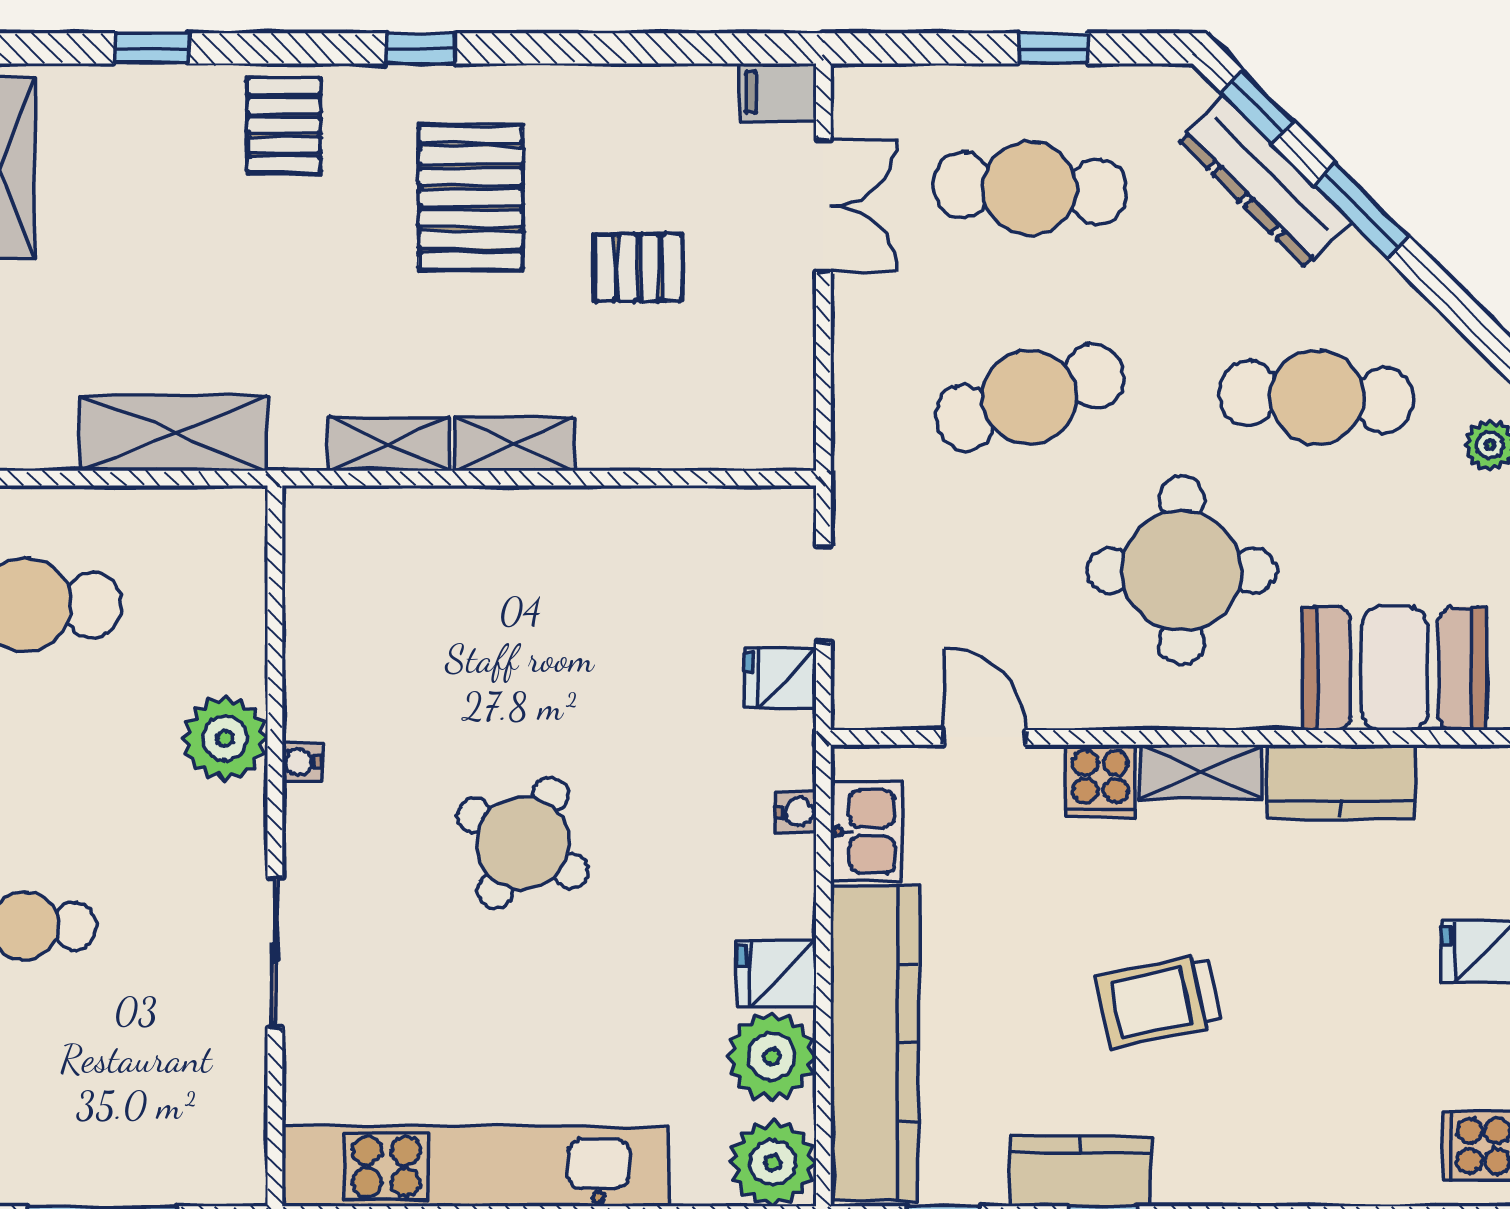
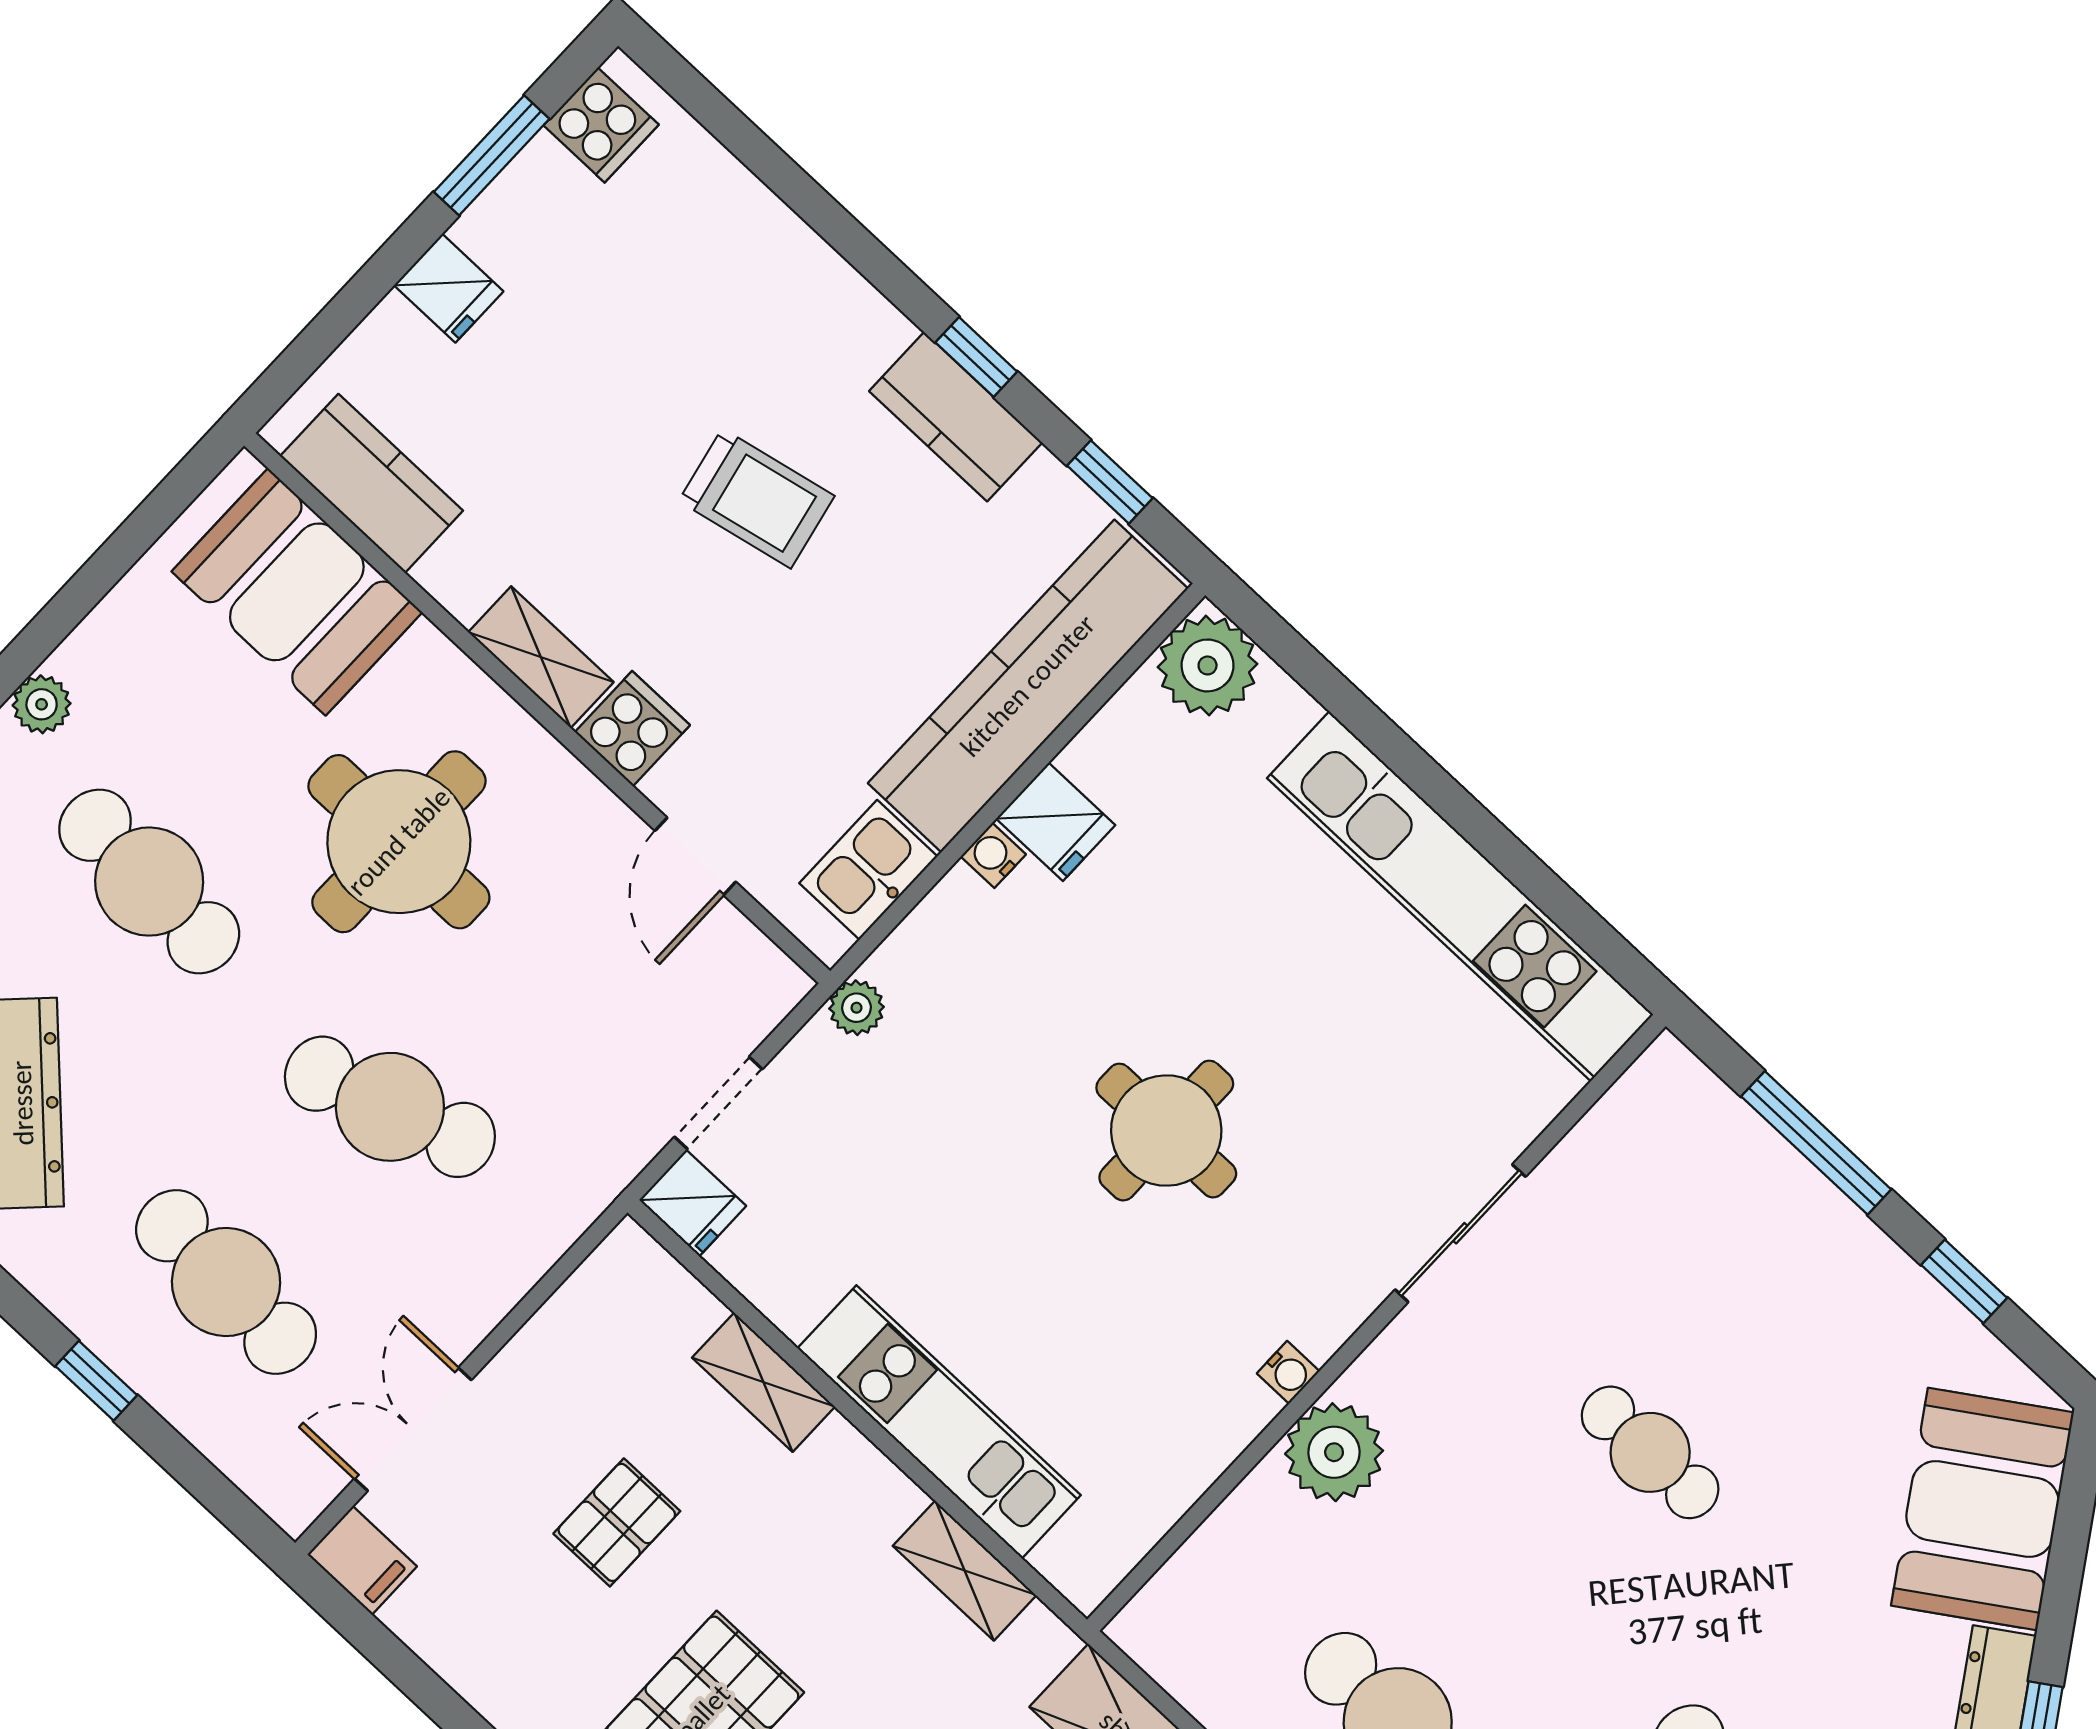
pallet: (639, 268) -> (617, 1522), turned 90
shelving: (514, 444) -> (763, 1382), moved
kitchen unit: (494, 523) -> (939, 1422), added
fridge: (780, 678) -> (693, 1203), moved
kitchen counter: (1341, 782) -> (372, 483), moved
water cooler: (796, 812) -> (993, 855), moved
round table: (523, 843) -> (1166, 1131), turned -30
plant: (771, 1057) -> (857, 1008), moved, width x0.53, depth x0.53

